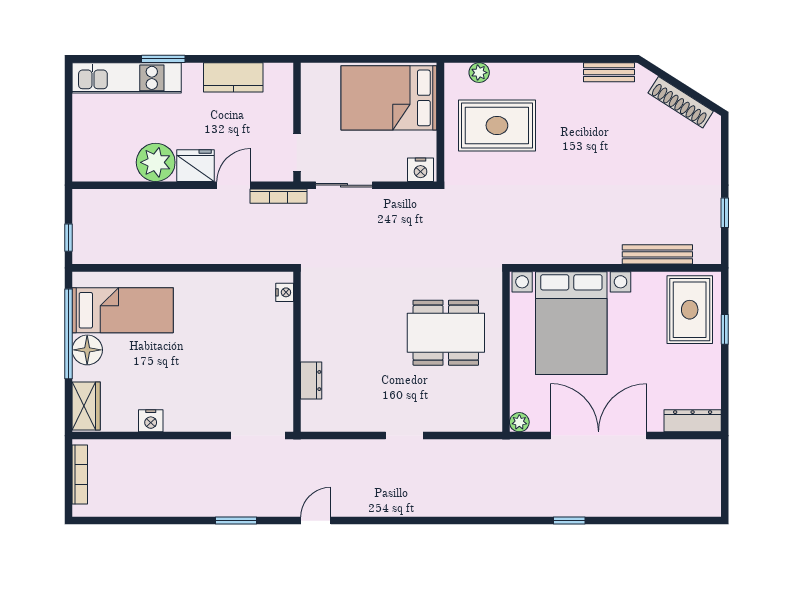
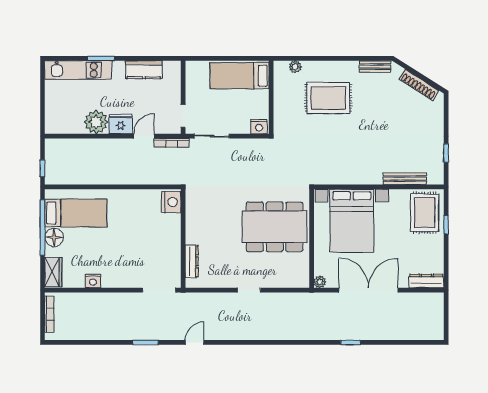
bed: (389, 98) -> (240, 76), width x0.67
rug: (497, 125) -> (328, 98), moved
nightstand: (285, 292) -> (171, 202), width x1.89, depth x1.79
dining table: (446, 333) -> (275, 227), width x1.36, depth x1.24
dresser: (311, 381) -> (192, 261), width x1.44

